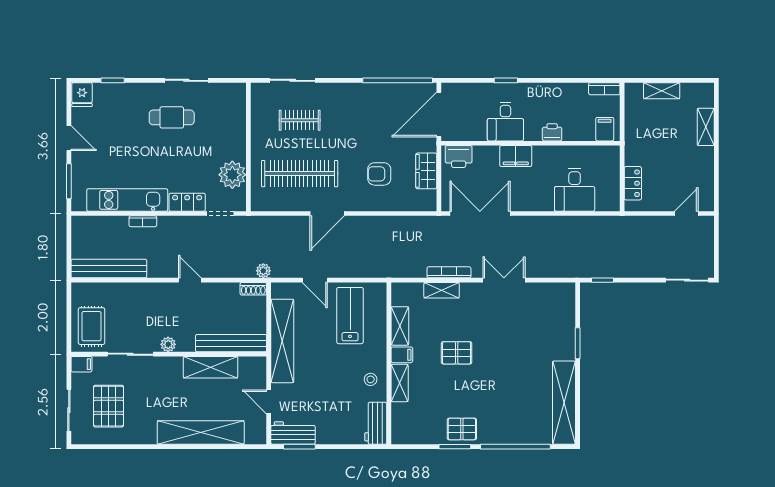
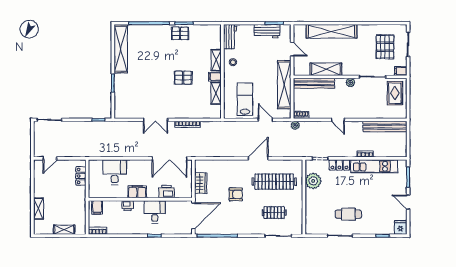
printer: (459, 156) -> (167, 192), moved
filing cabinet: (516, 156) -> (137, 192), moved
armchair: (379, 174) -> (236, 194), moved
shelving: (442, 290) -> (192, 114), removed
lab bench: (350, 316) -> (245, 99), turned 180
workbench: (293, 433) -> (267, 31), moved

